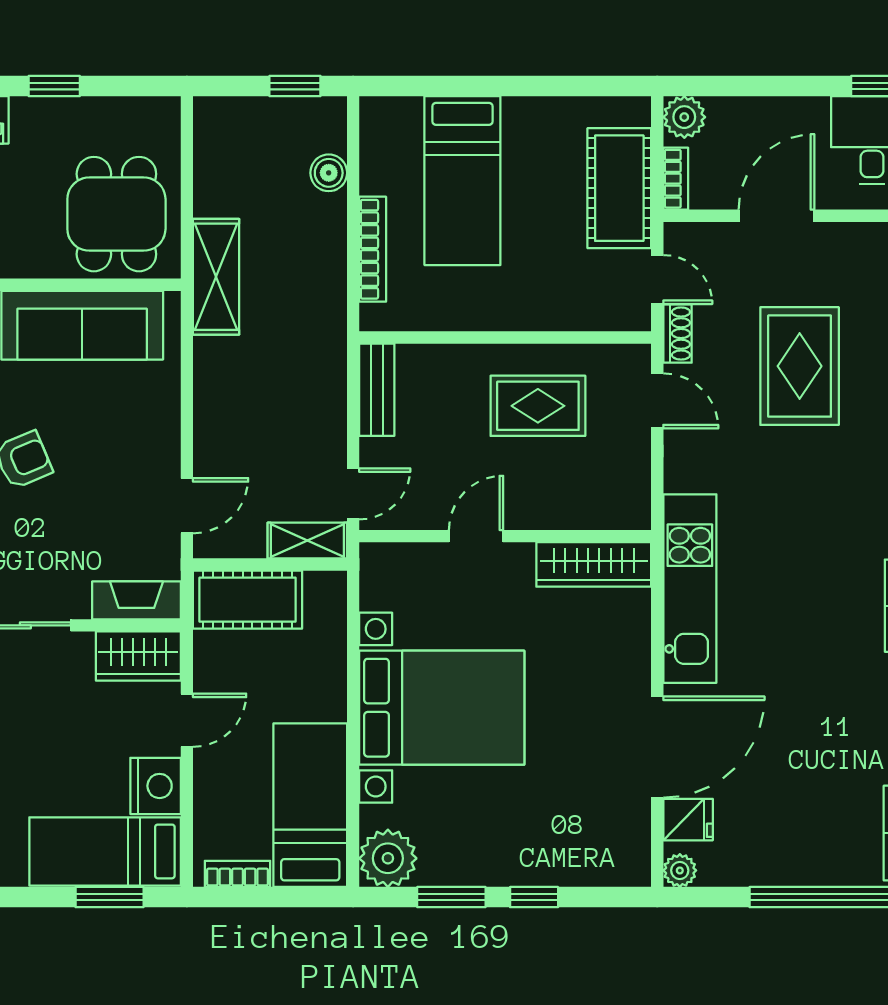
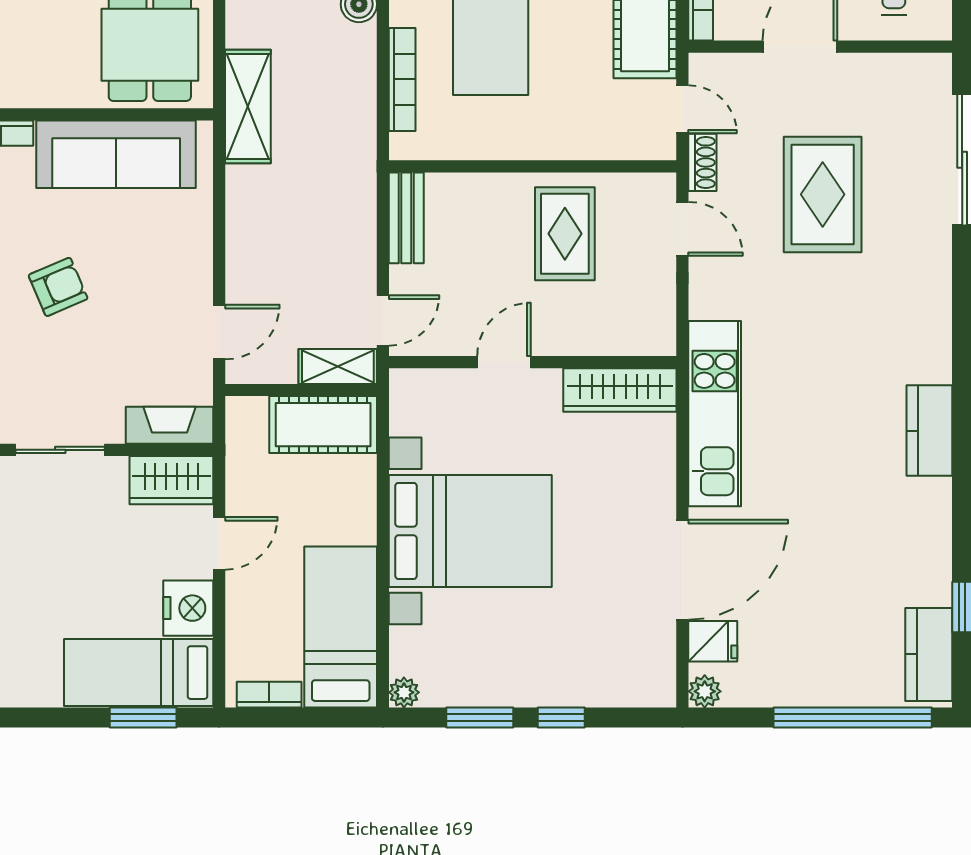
rug: (538, 406) -> (565, 234), turned 90
cot: (248, 600) -> (323, 425), moved
plant: (388, 858) -> (404, 692), width x0.53, depth x0.53

